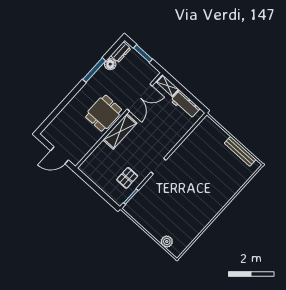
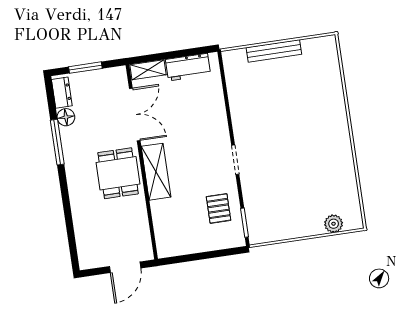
bench: (240, 151) -> (274, 51), moved

